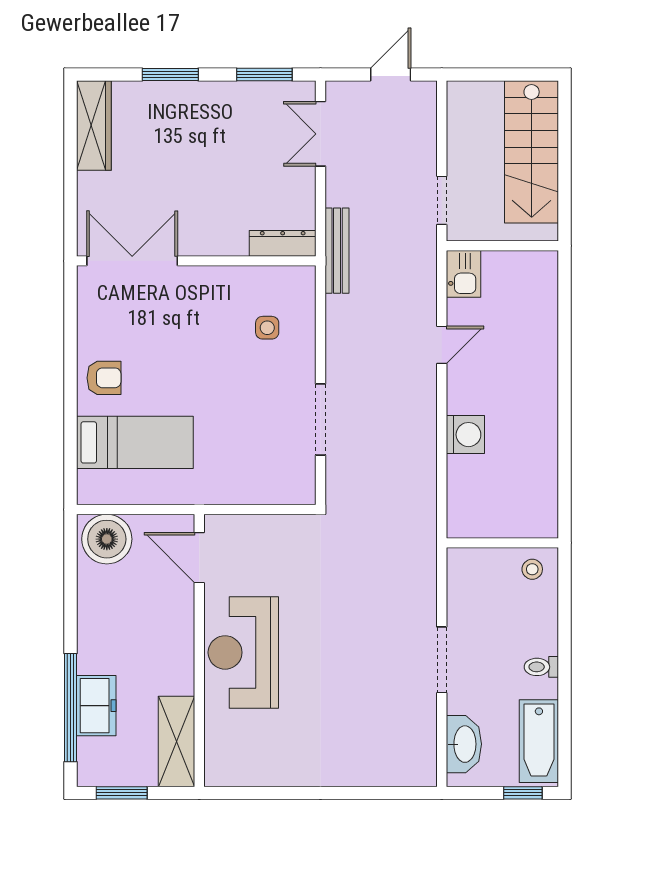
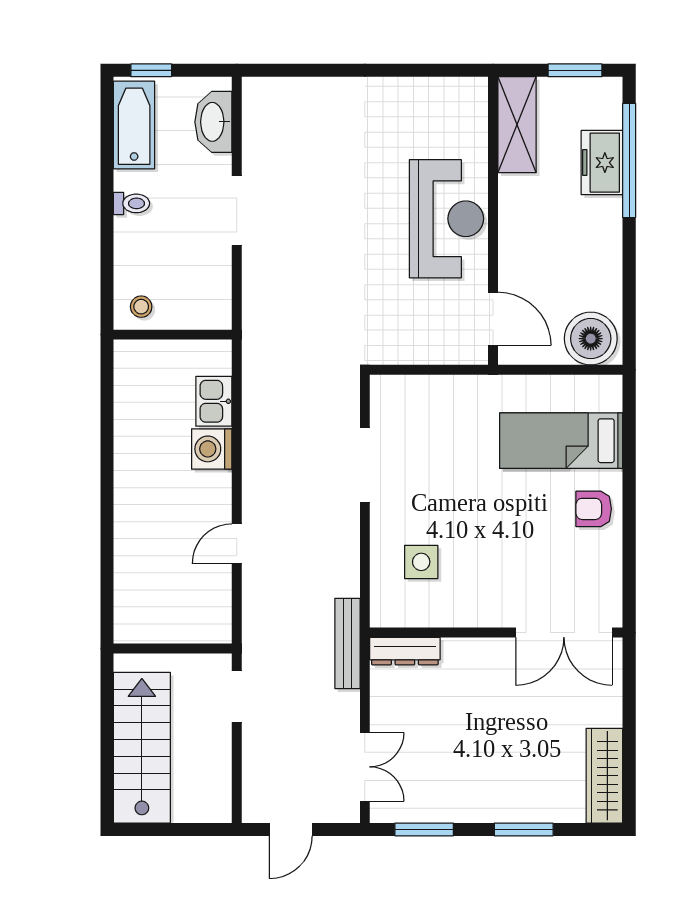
kitchen sink: (463, 274) -> (214, 401), moved
side table: (267, 328) -> (421, 562), width x1.37, depth x1.37

